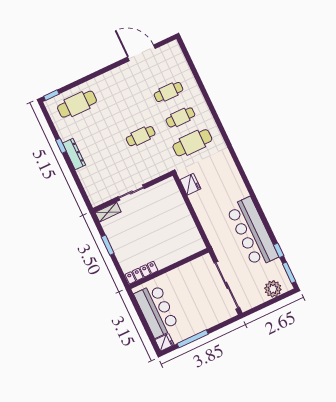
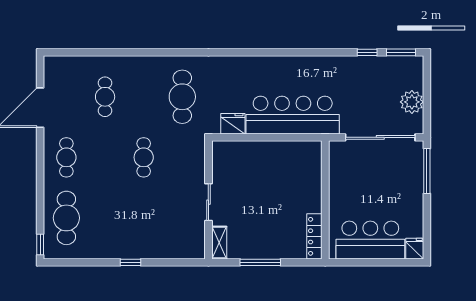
cafe table: (180, 117) -> (66, 157), moved
window: (61, 146) -> (131, 262), moved
dresser: (74, 154) -> (127, 251), removed
bar counter: (252, 232) -> (293, 115), moved, turned 180
window: (108, 245) -> (260, 262), width x1.44
plant: (273, 289) -> (412, 102), moved
window: (193, 339) -> (427, 171), moved

